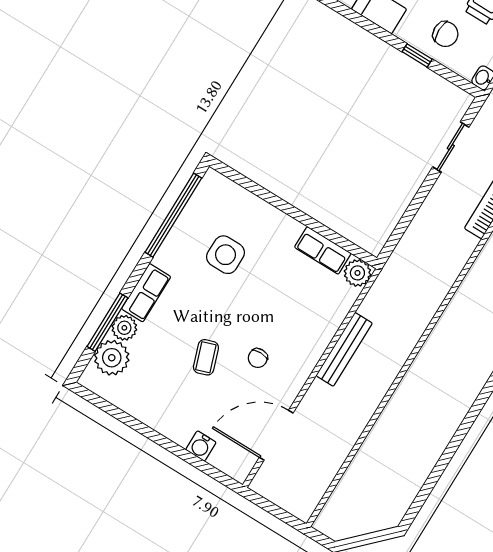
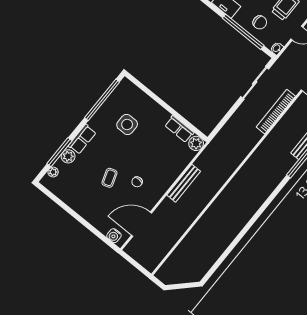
window: (417, 55) -> (243, 32), width x3.17
sliding door: (451, 147) -> (255, 83), width x1.37
plant: (112, 358) -> (53, 172), width x0.53, depth x0.53
water cooler: (201, 446) -> (114, 236), moved

